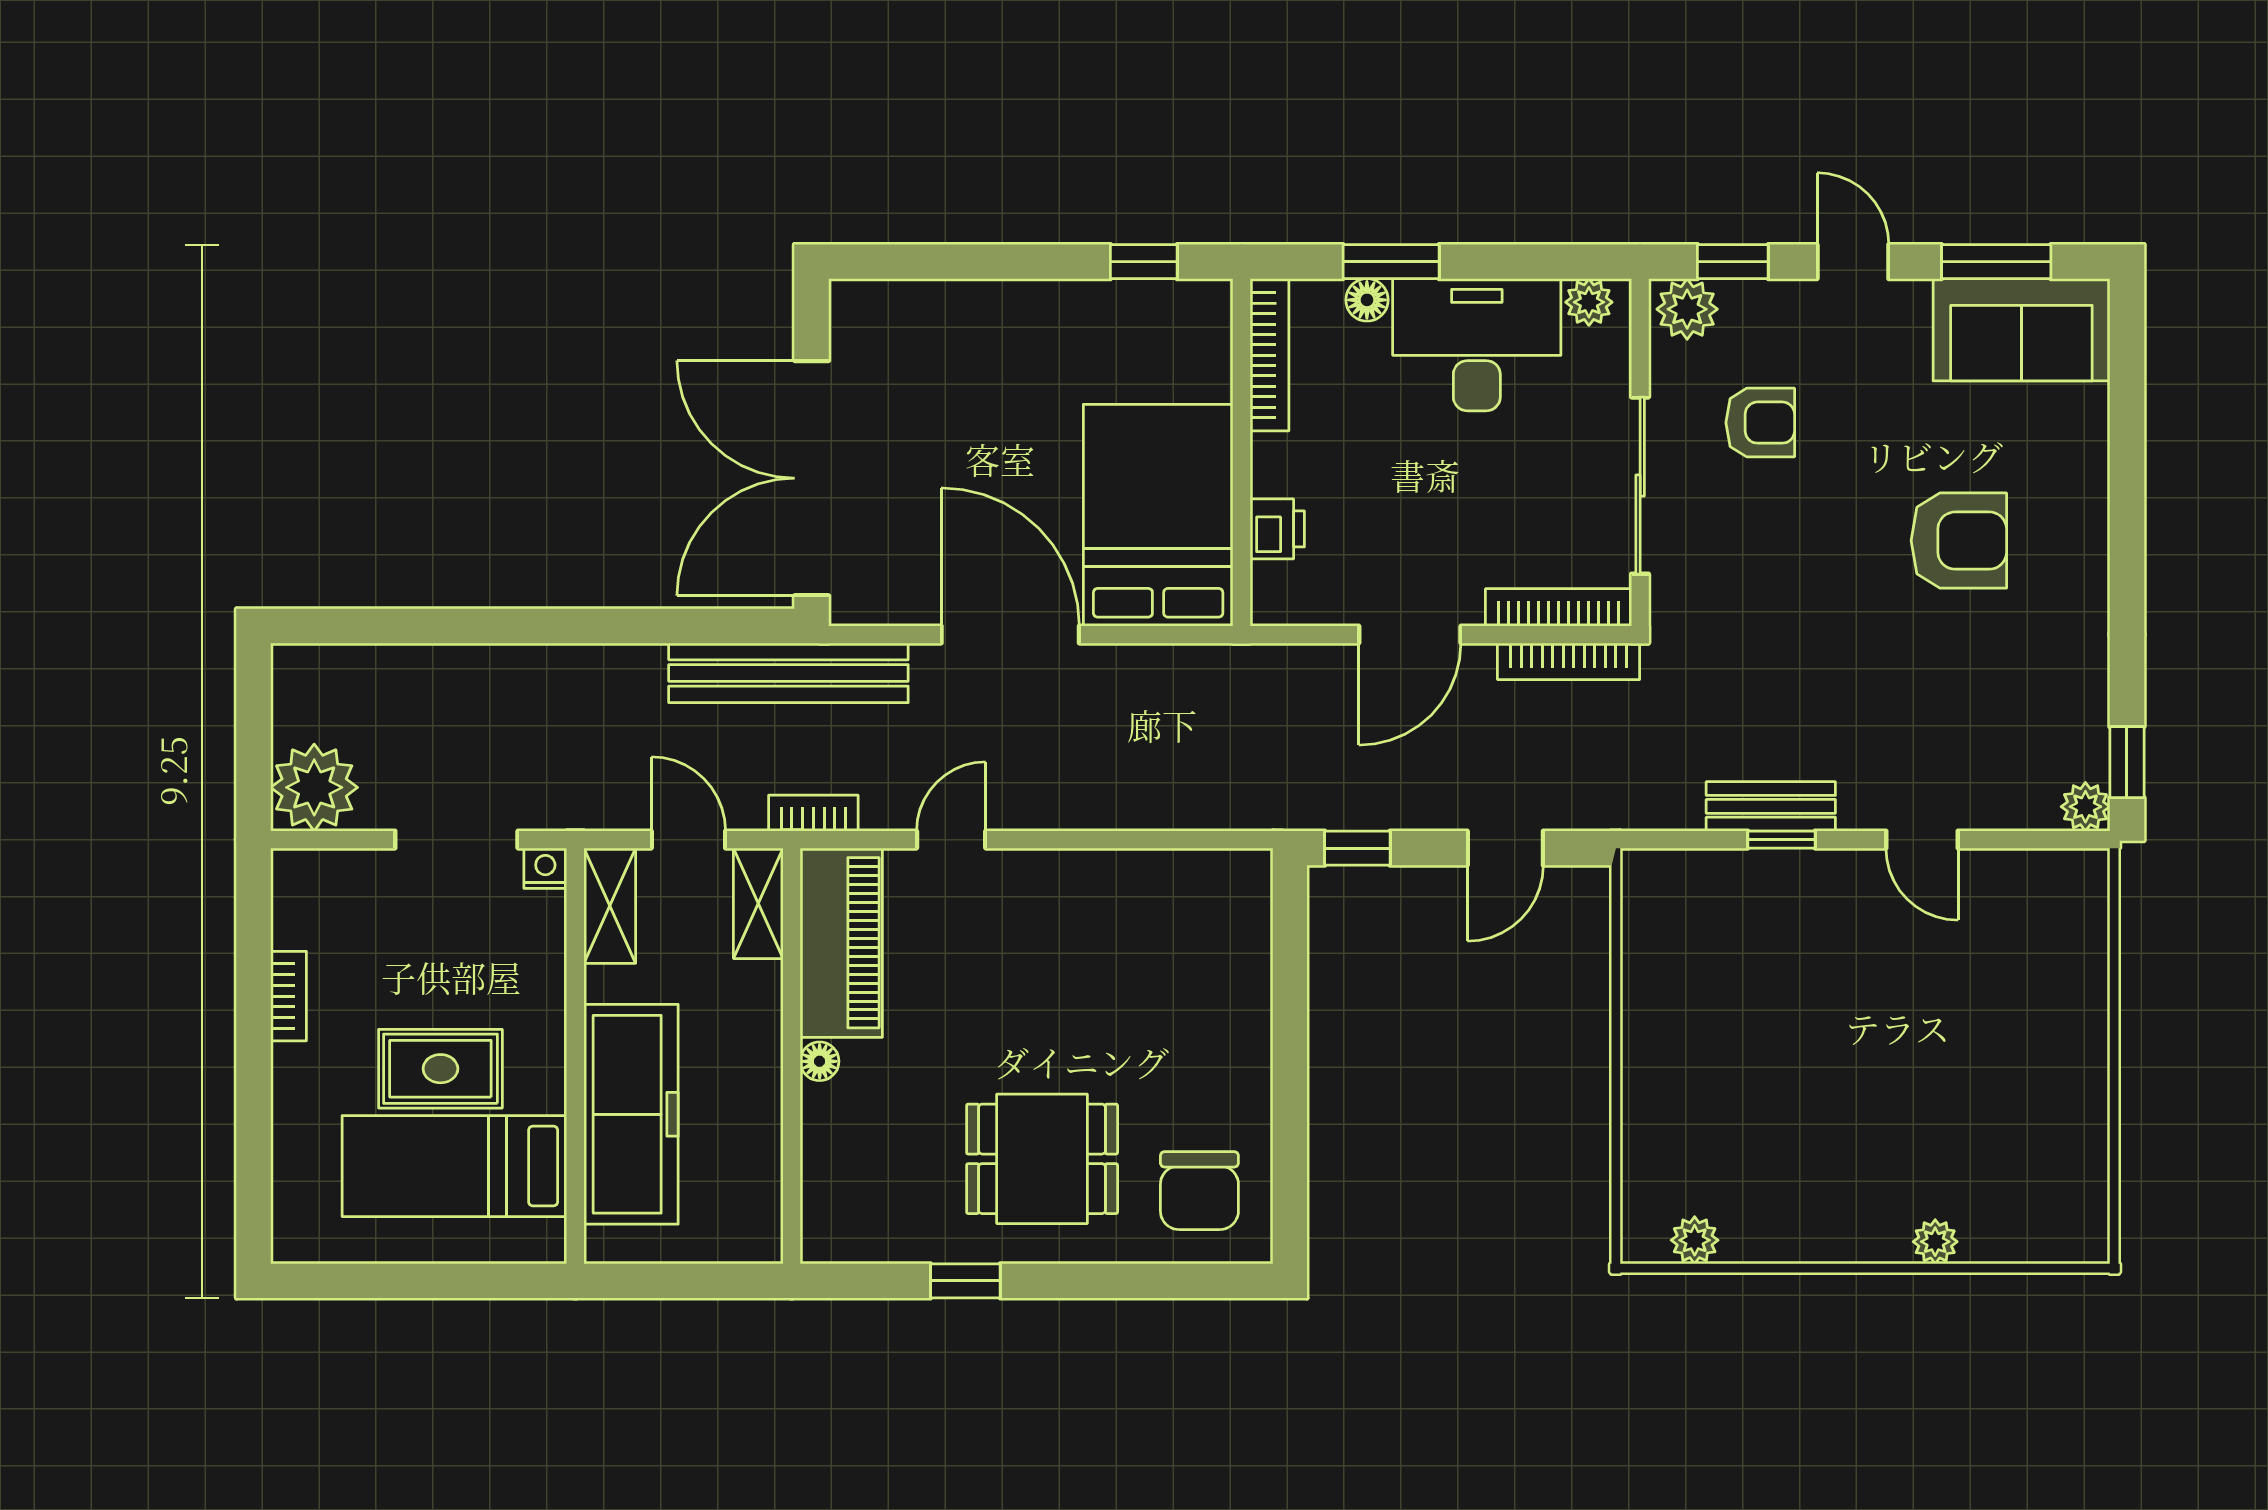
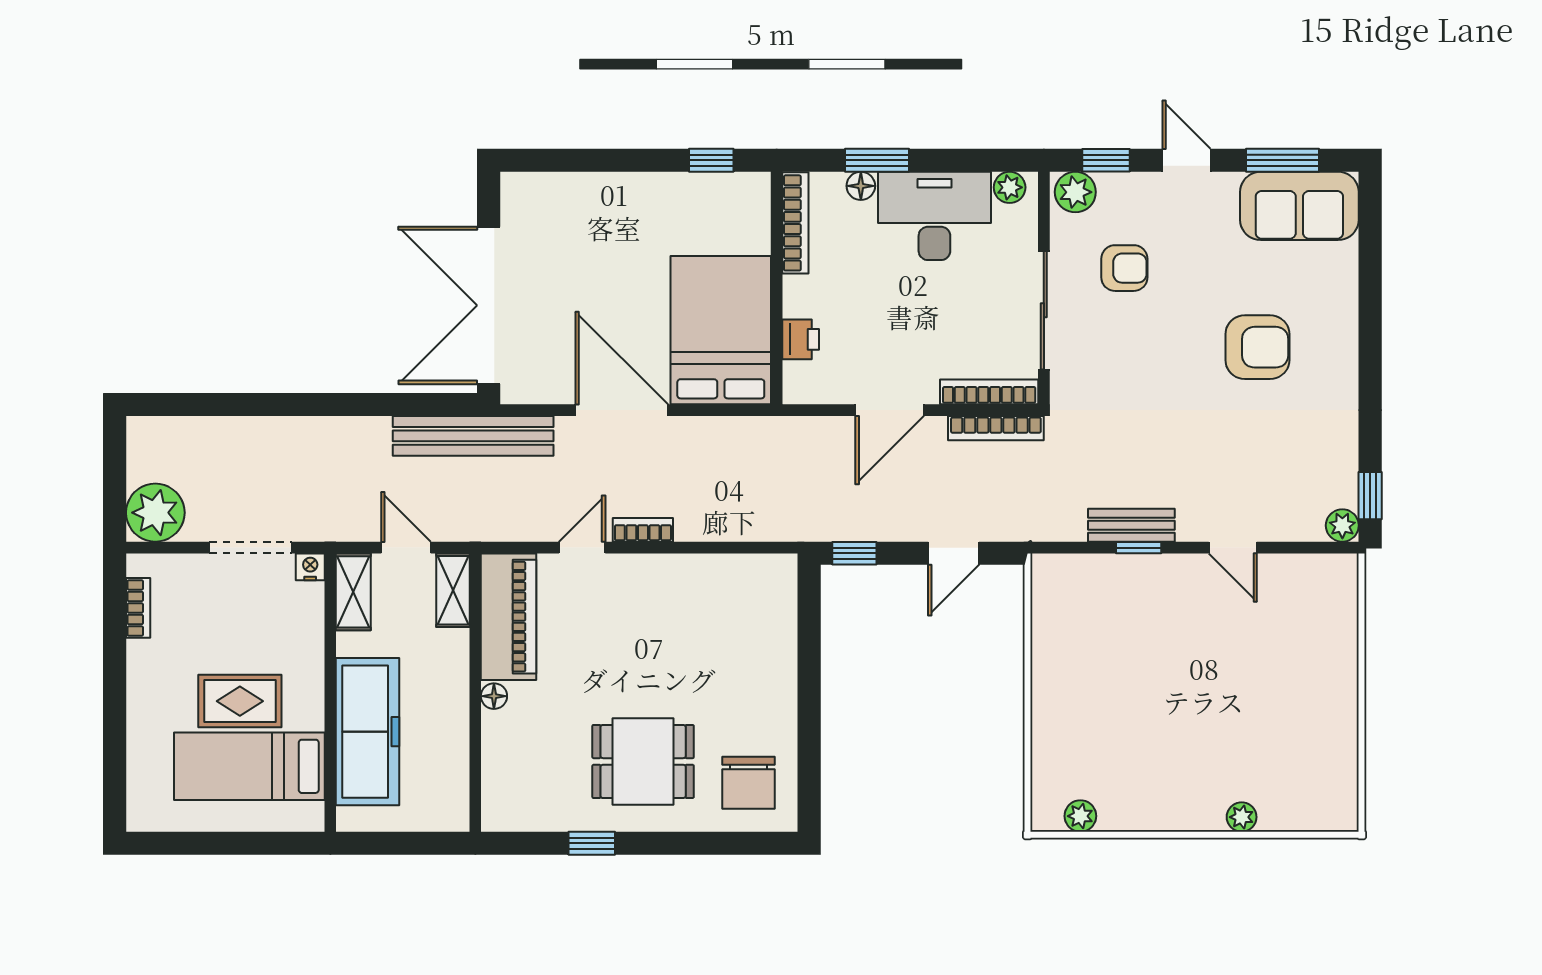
bookcase: (813, 813) -> (643, 530), moved
bookcase: (289, 996) -> (138, 608), moved

